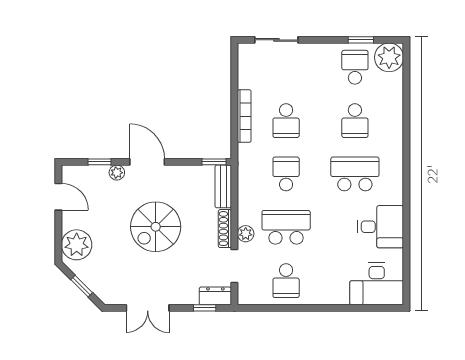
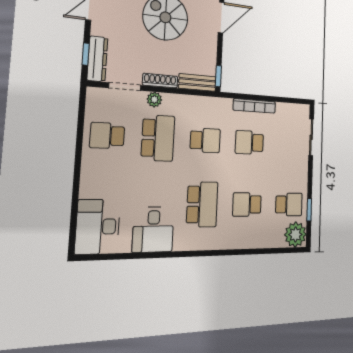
dresser: (215, 296) -> (97, 59), width x1.44

